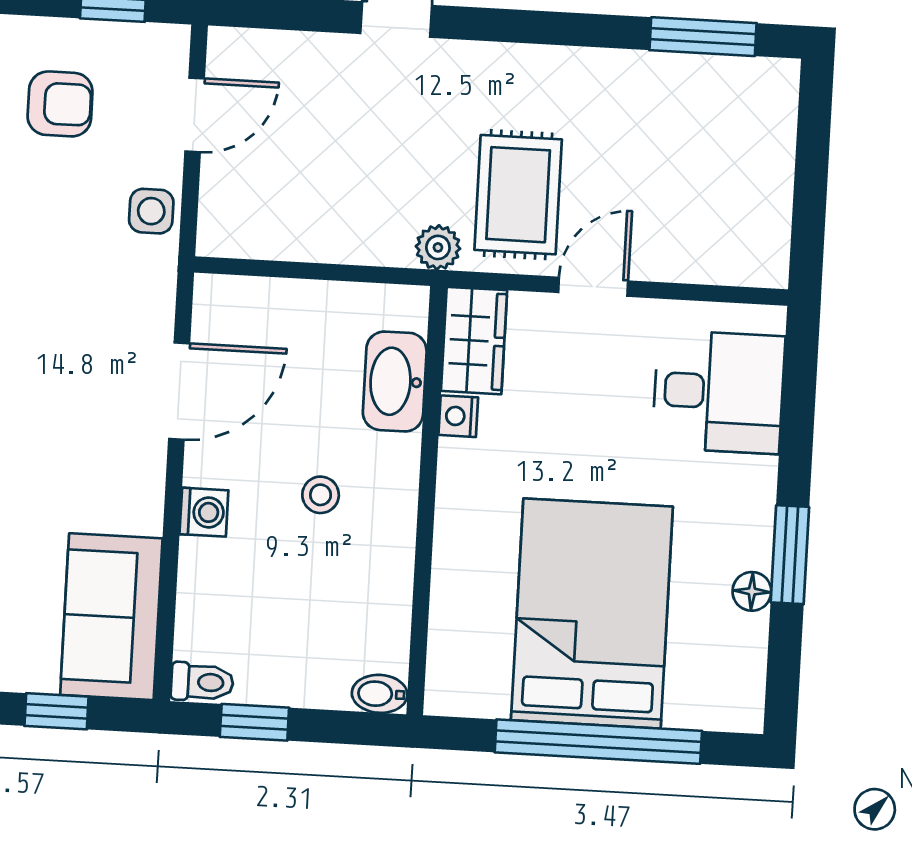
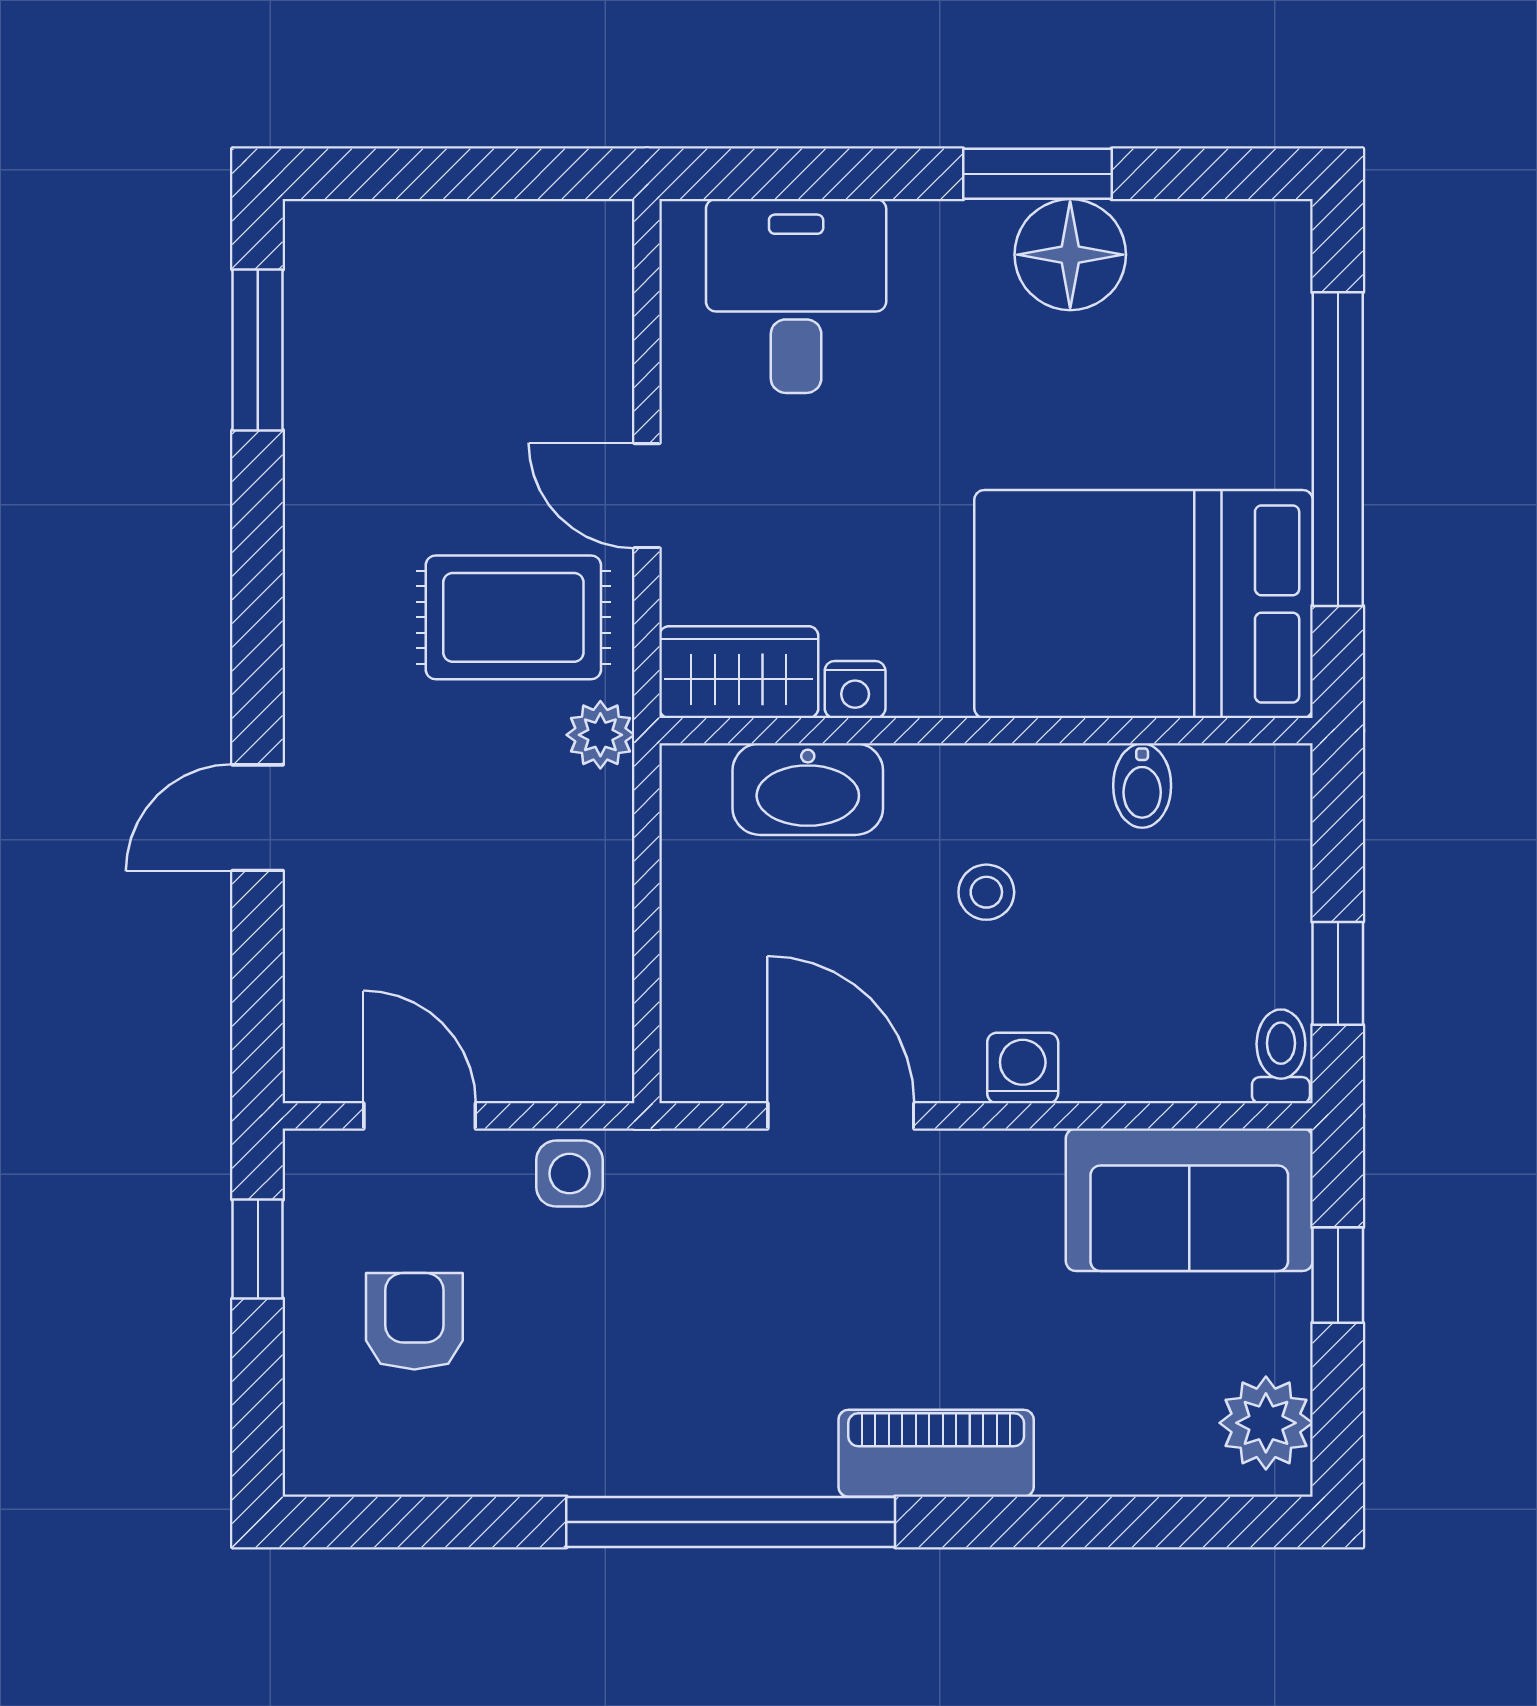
floor lamp: (752, 591) -> (1070, 255), width x1.89, depth x1.89
bed: (592, 613) -> (1144, 604), moved
bidet: (380, 694) -> (1142, 786), moved

